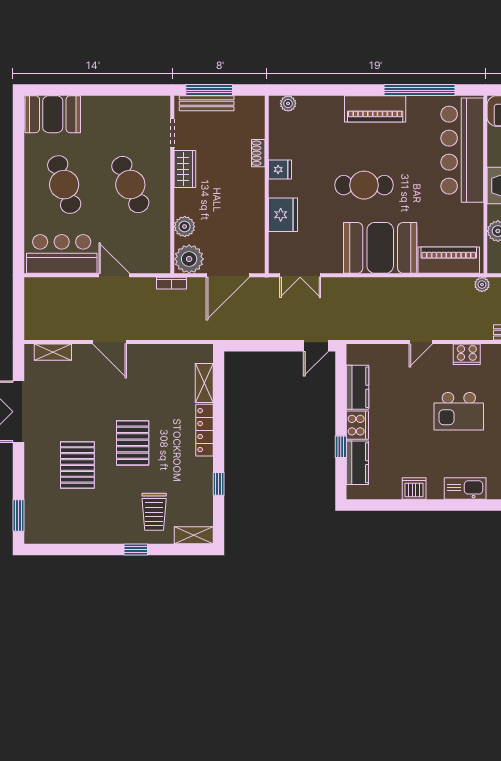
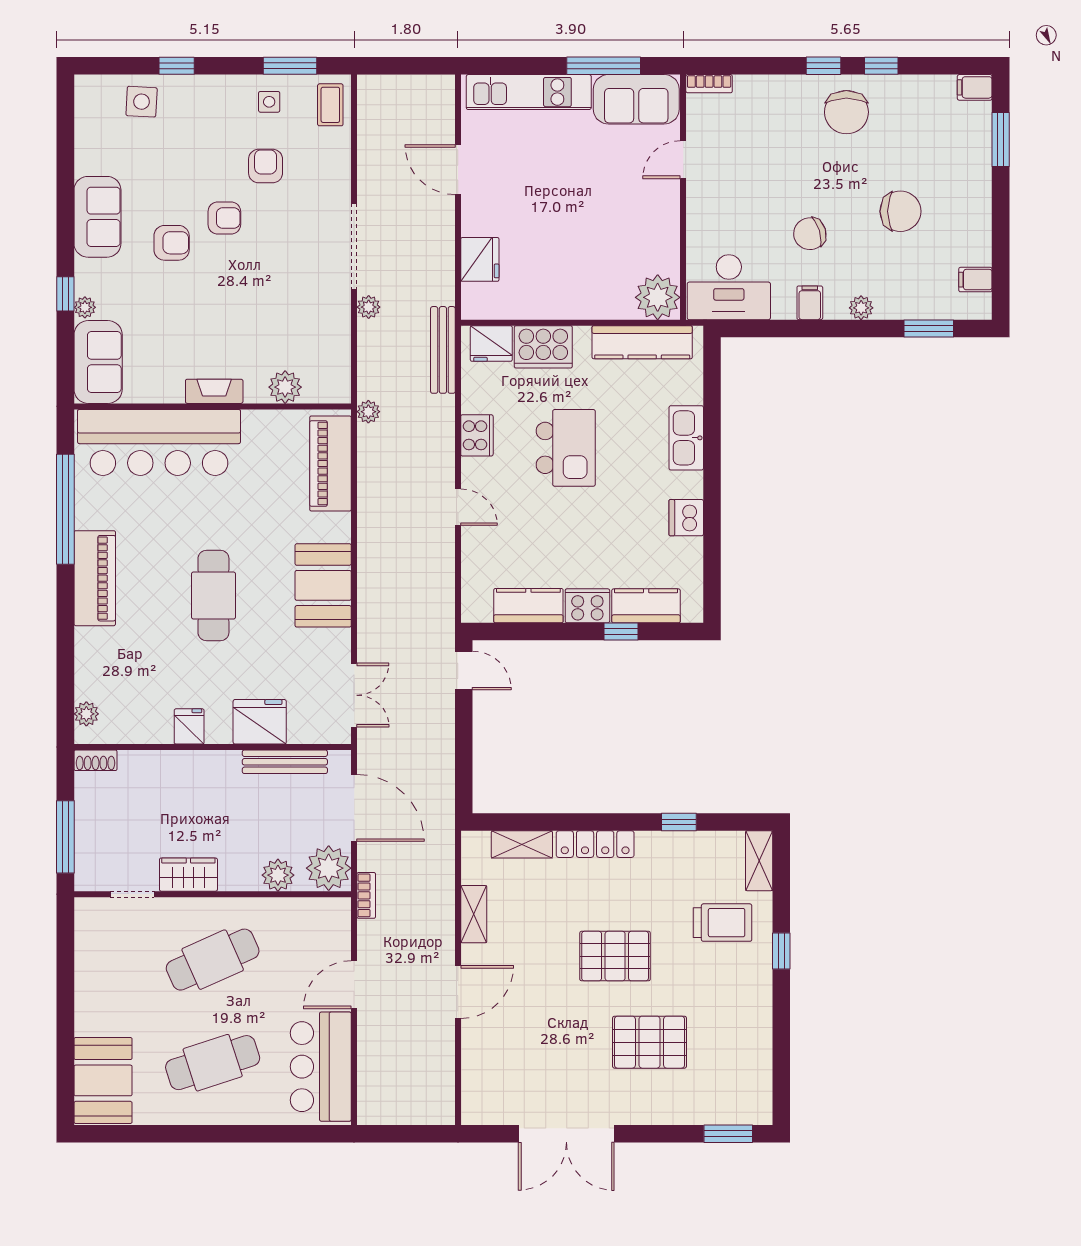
bench: (207, 103) -> (285, 762), moved, turned 90
shoe rack: (258, 153) -> (96, 760), moved
booth: (380, 248) -> (323, 585), width x0.73, depth x0.70
shelving: (53, 352) -> (474, 914), moved

